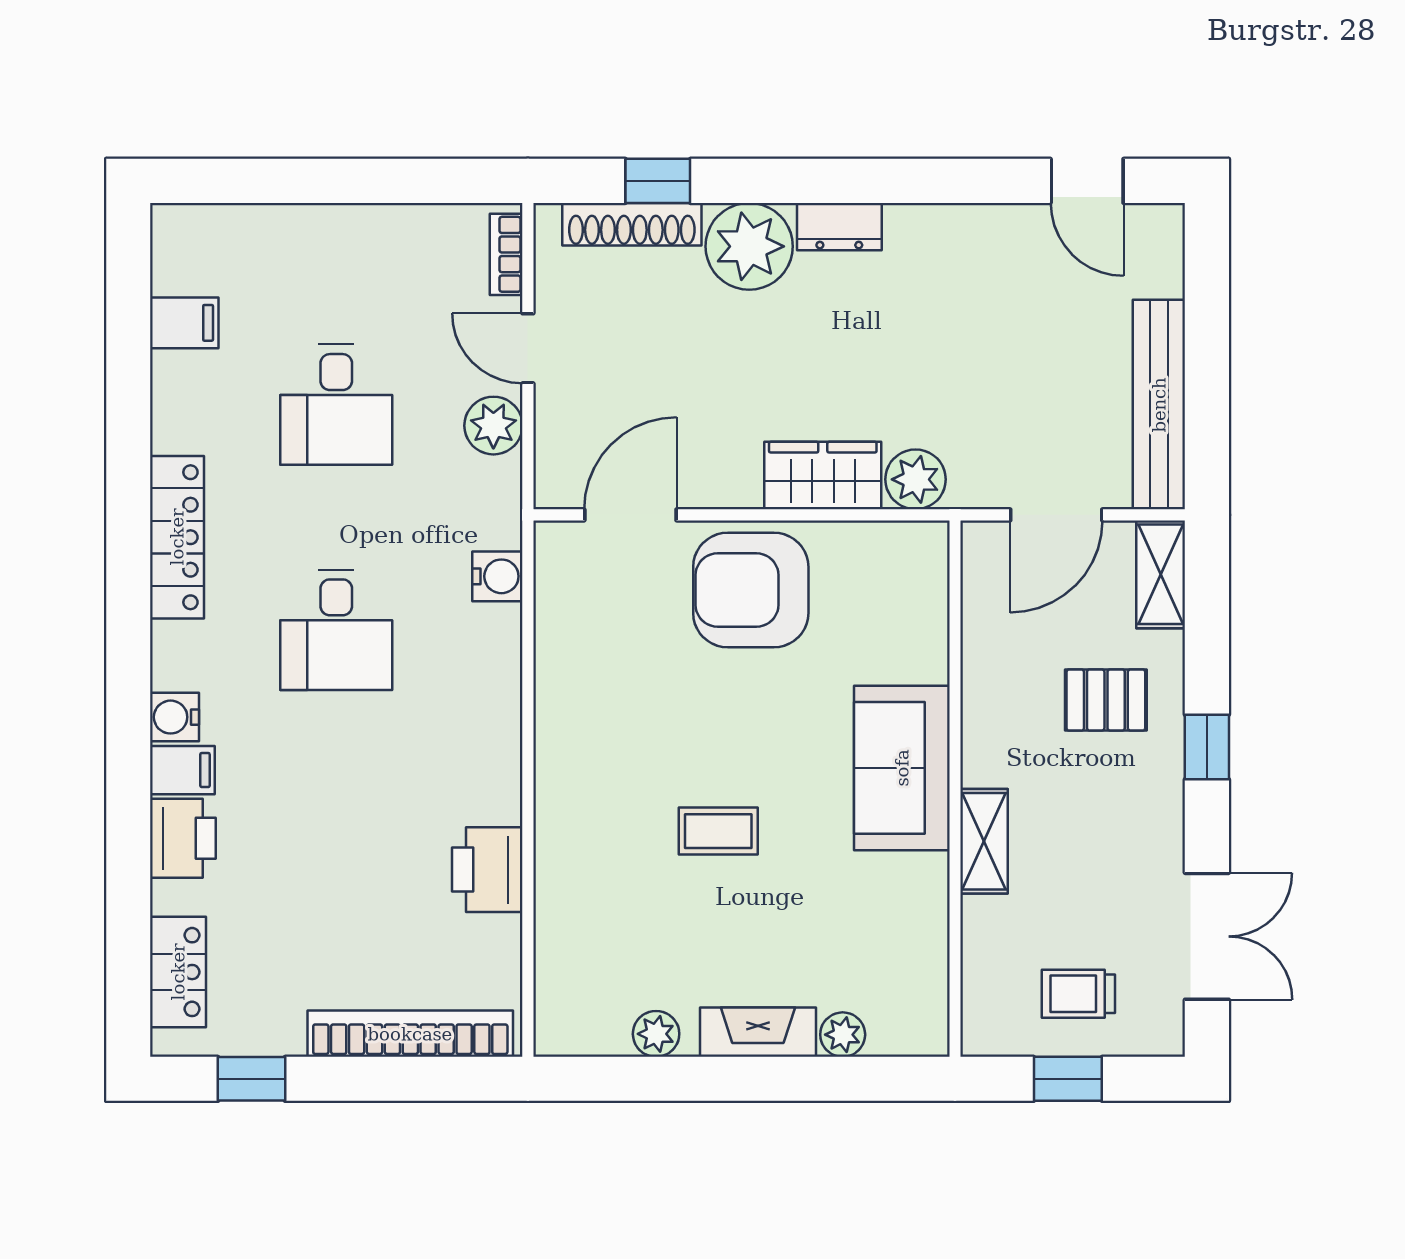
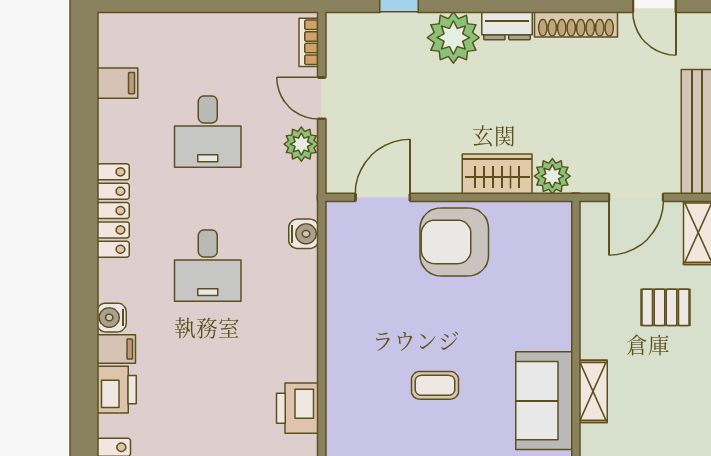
shoe rack: (632, 224) -> (576, 24), moved
sofa: (902, 768) -> (544, 401), moved

